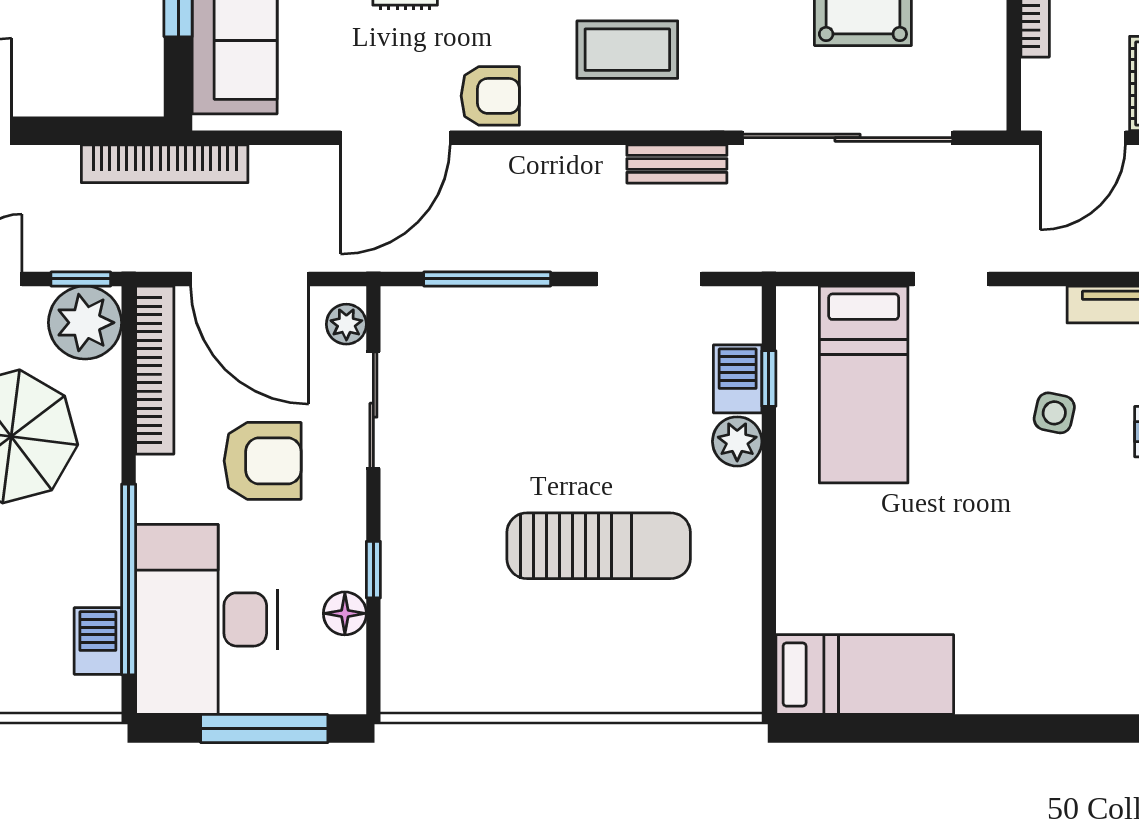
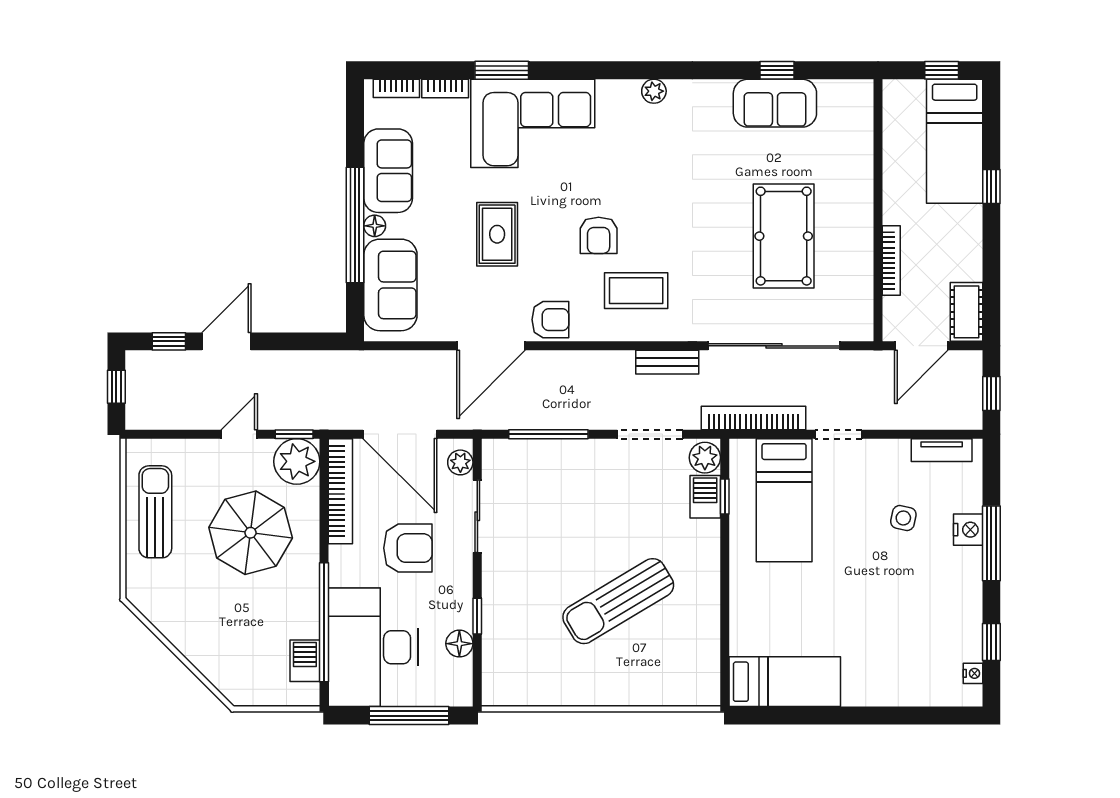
bookcase: (165, 164) -> (754, 418), moved, turned 180
plant: (737, 441) -> (705, 458), moved
sun lounger: (599, 546) -> (618, 601), turned 149

